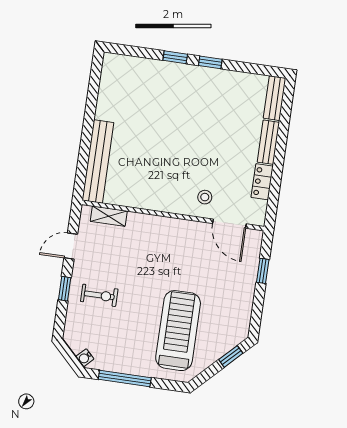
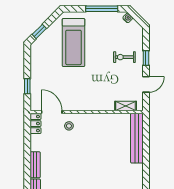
locker: (262, 182) -> (36, 124), moved

